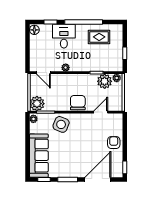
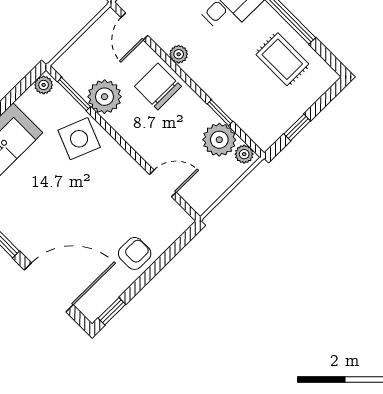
chair: (78, 103) -> (158, 86), moved, turned -90
plant: (37, 104) -> (105, 97), moved

